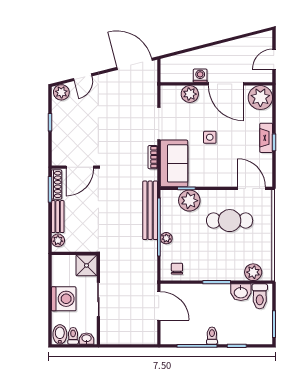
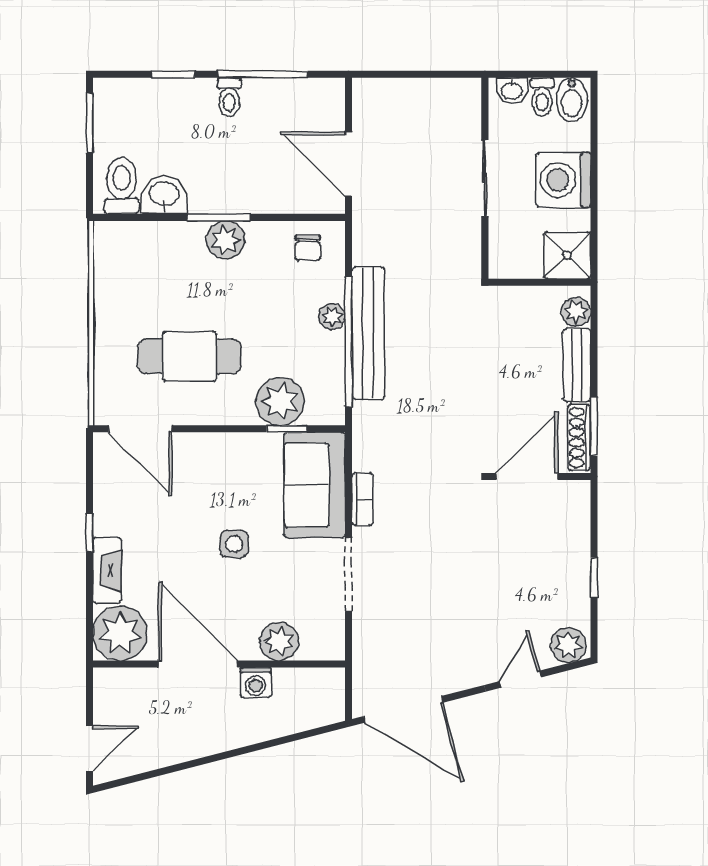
door: (274, 59) -> (89, 749), moved
fireplace: (266, 138) -> (107, 570), moved
bench: (150, 210) -> (368, 333), moved
shower: (86, 265) -> (567, 255), moved
plant: (253, 272) -> (226, 240), moved

